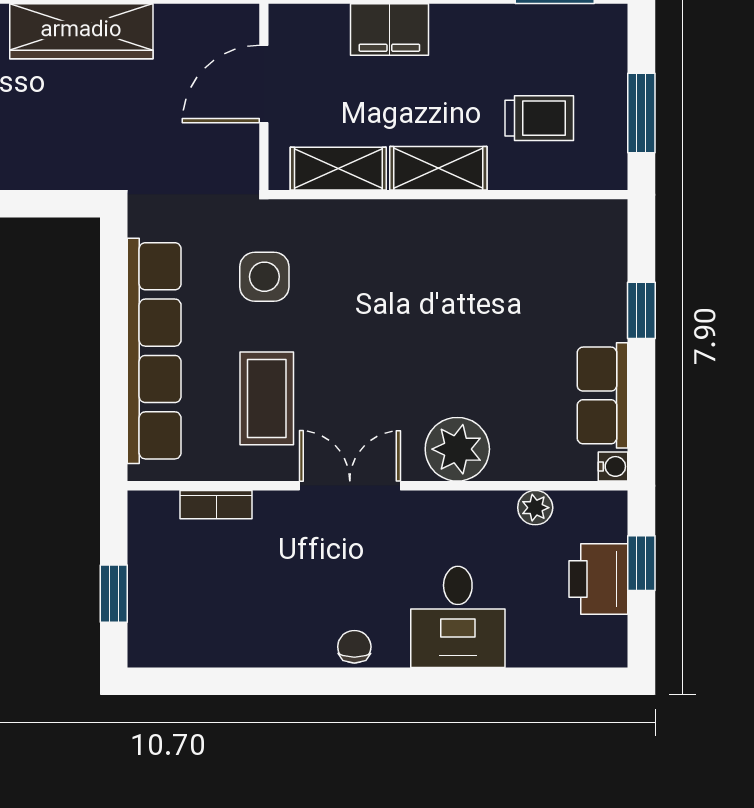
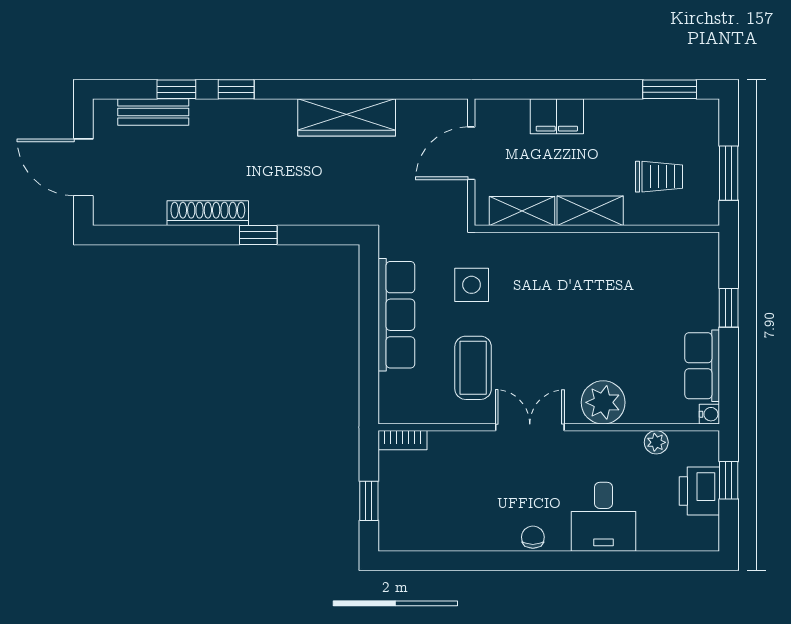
row of seats: (154, 351) -> (396, 315), width x0.73
bookcase: (216, 505) -> (403, 440), moved

